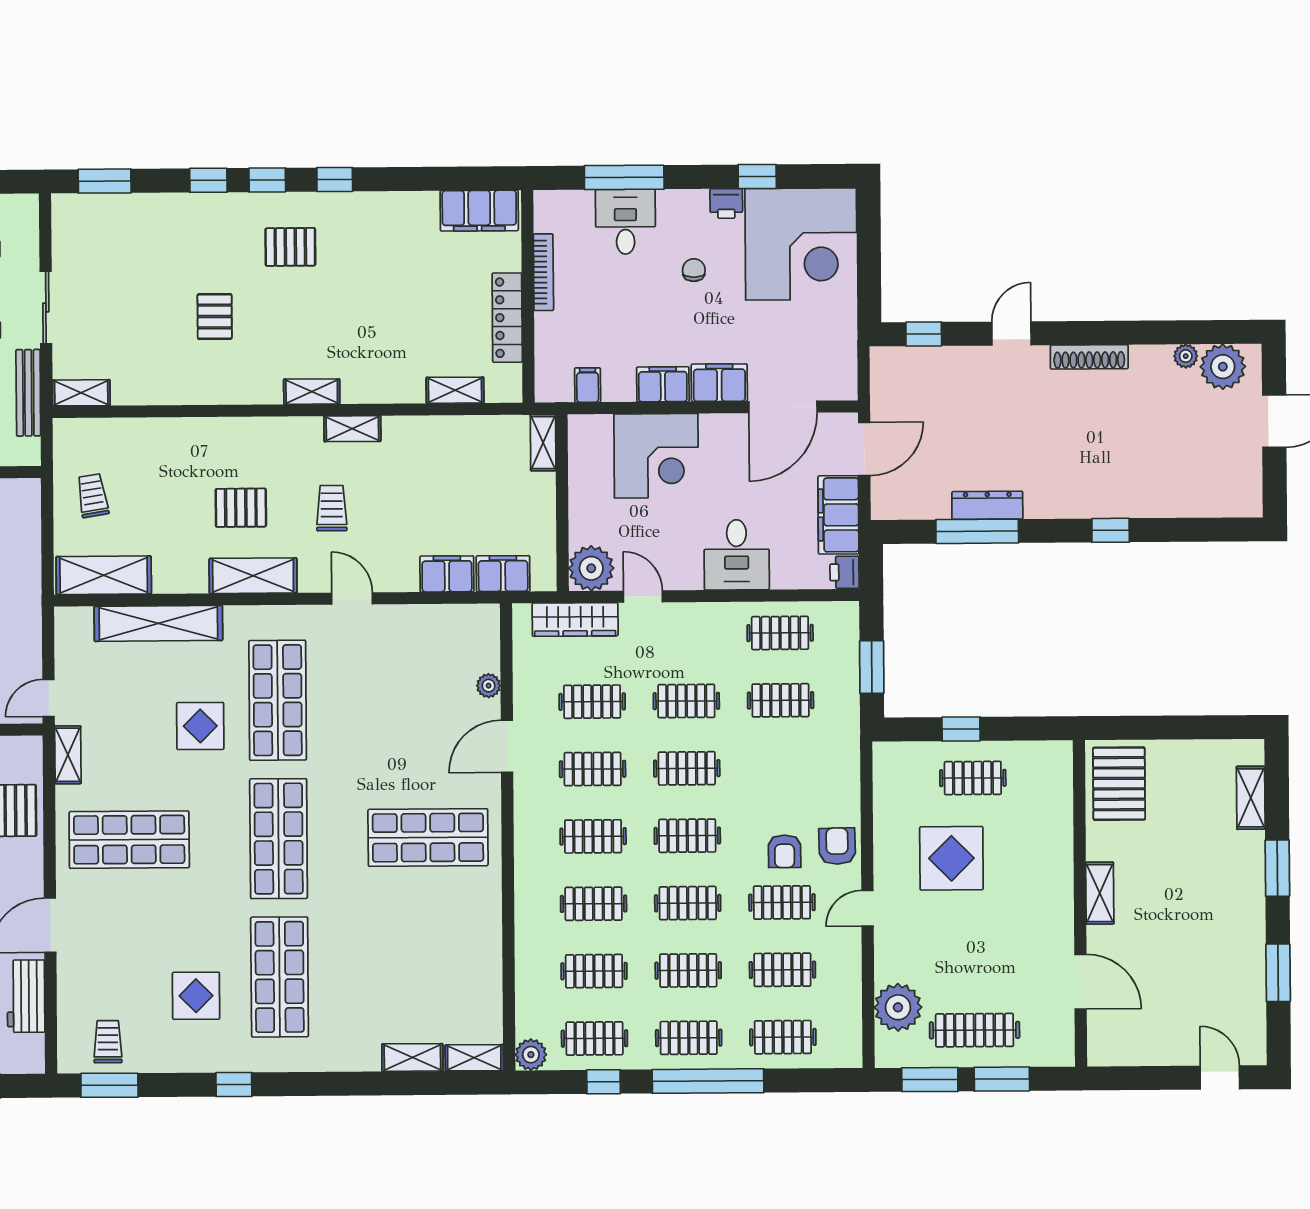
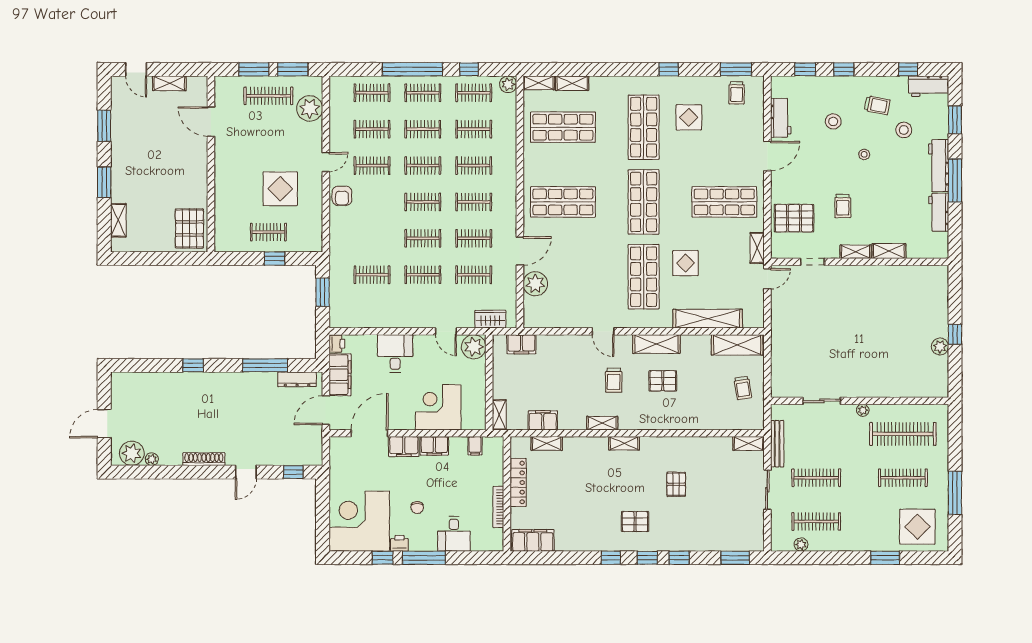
window: (624, 177) -> (424, 558), moved
dresser: (987, 505) -> (297, 379), moved
filing cabinet: (447, 574) -> (543, 420), moved, turned 180
wardrobe: (575, 620) -> (490, 319), width x0.67
clothes rail: (780, 633) -> (372, 311), removed
plant: (489, 686) -> (535, 284), width x1.88, depth x1.88
armchair: (785, 851) -> (370, 193), removed
shelving: (1100, 893) -> (169, 83), moved, turned 90
shop shelf: (429, 976) -> (563, 127), added

